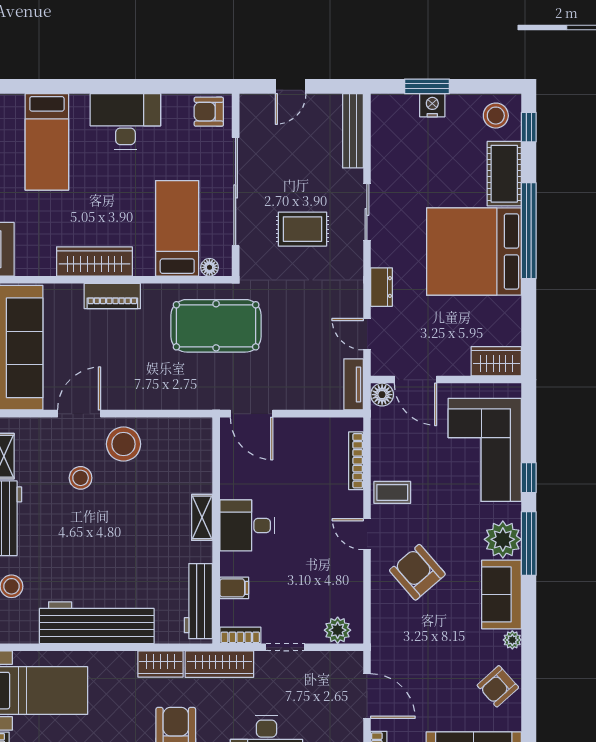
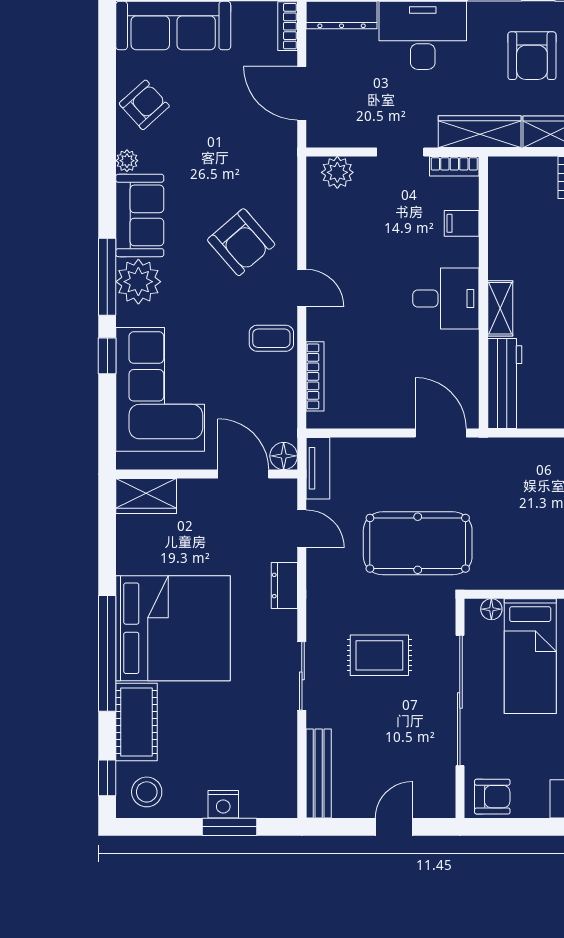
pool table: (216, 326) -> (418, 543), moved
workbench: (198, 601) -> (505, 384), moved

